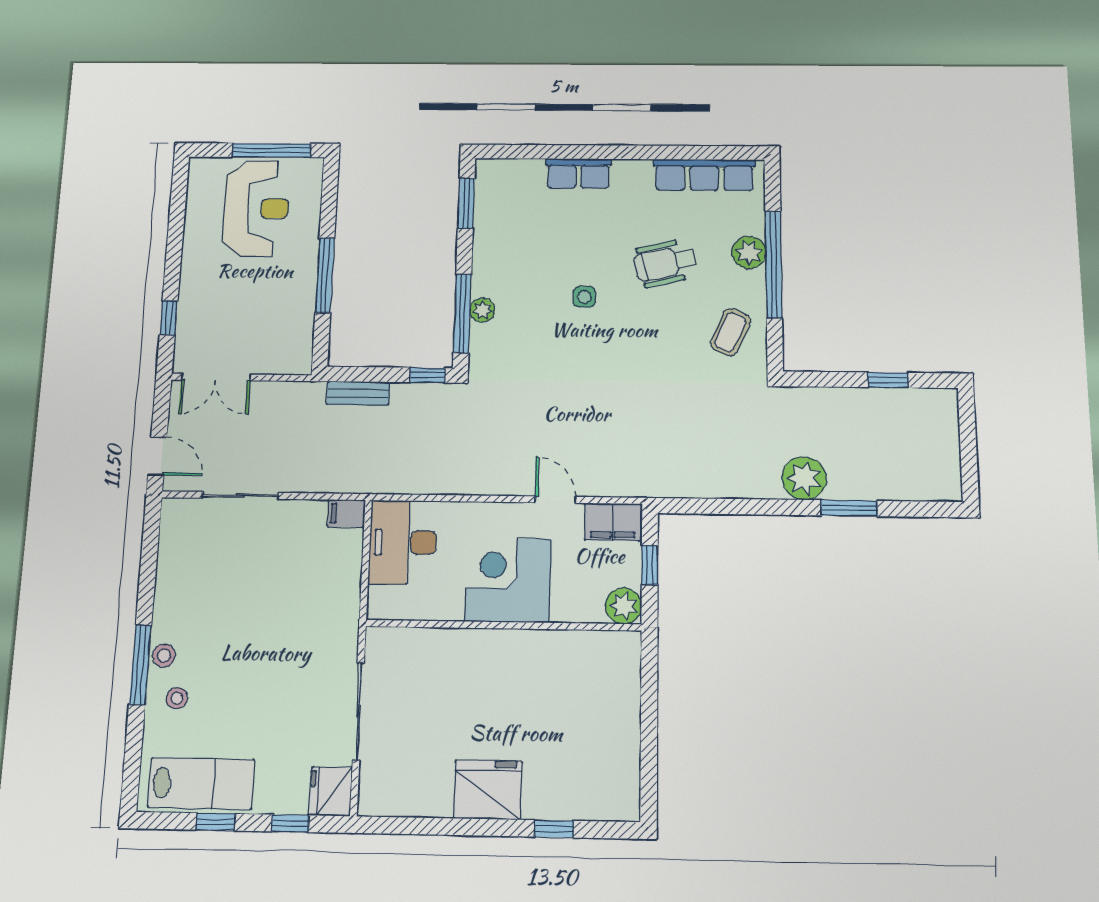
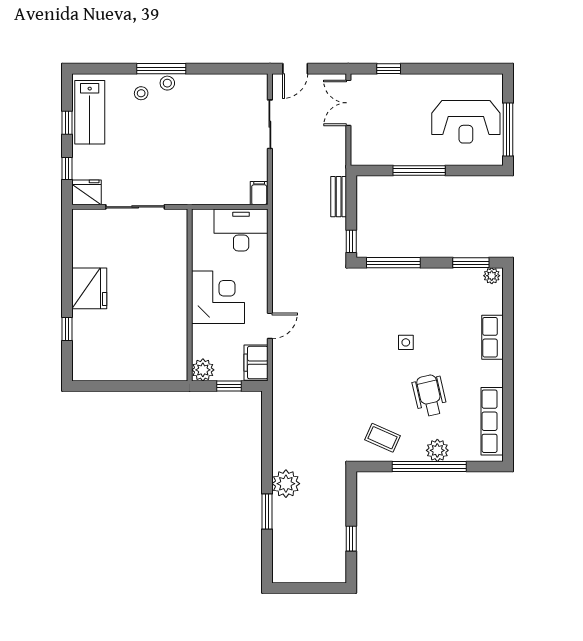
plant: (482, 310) -> (492, 276), moved

